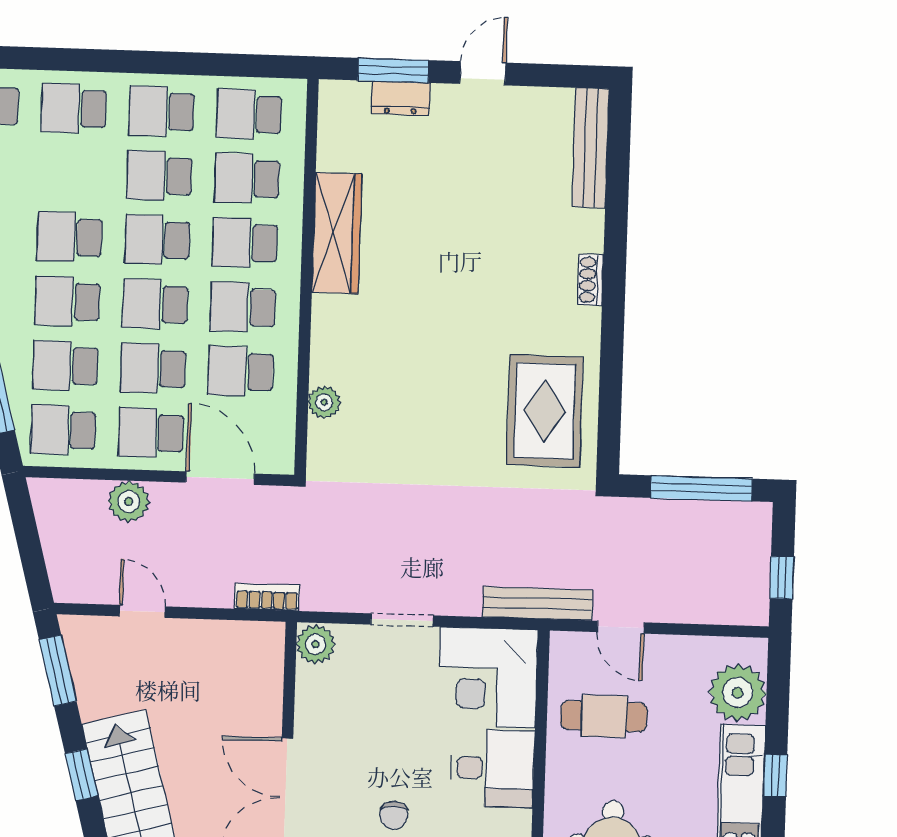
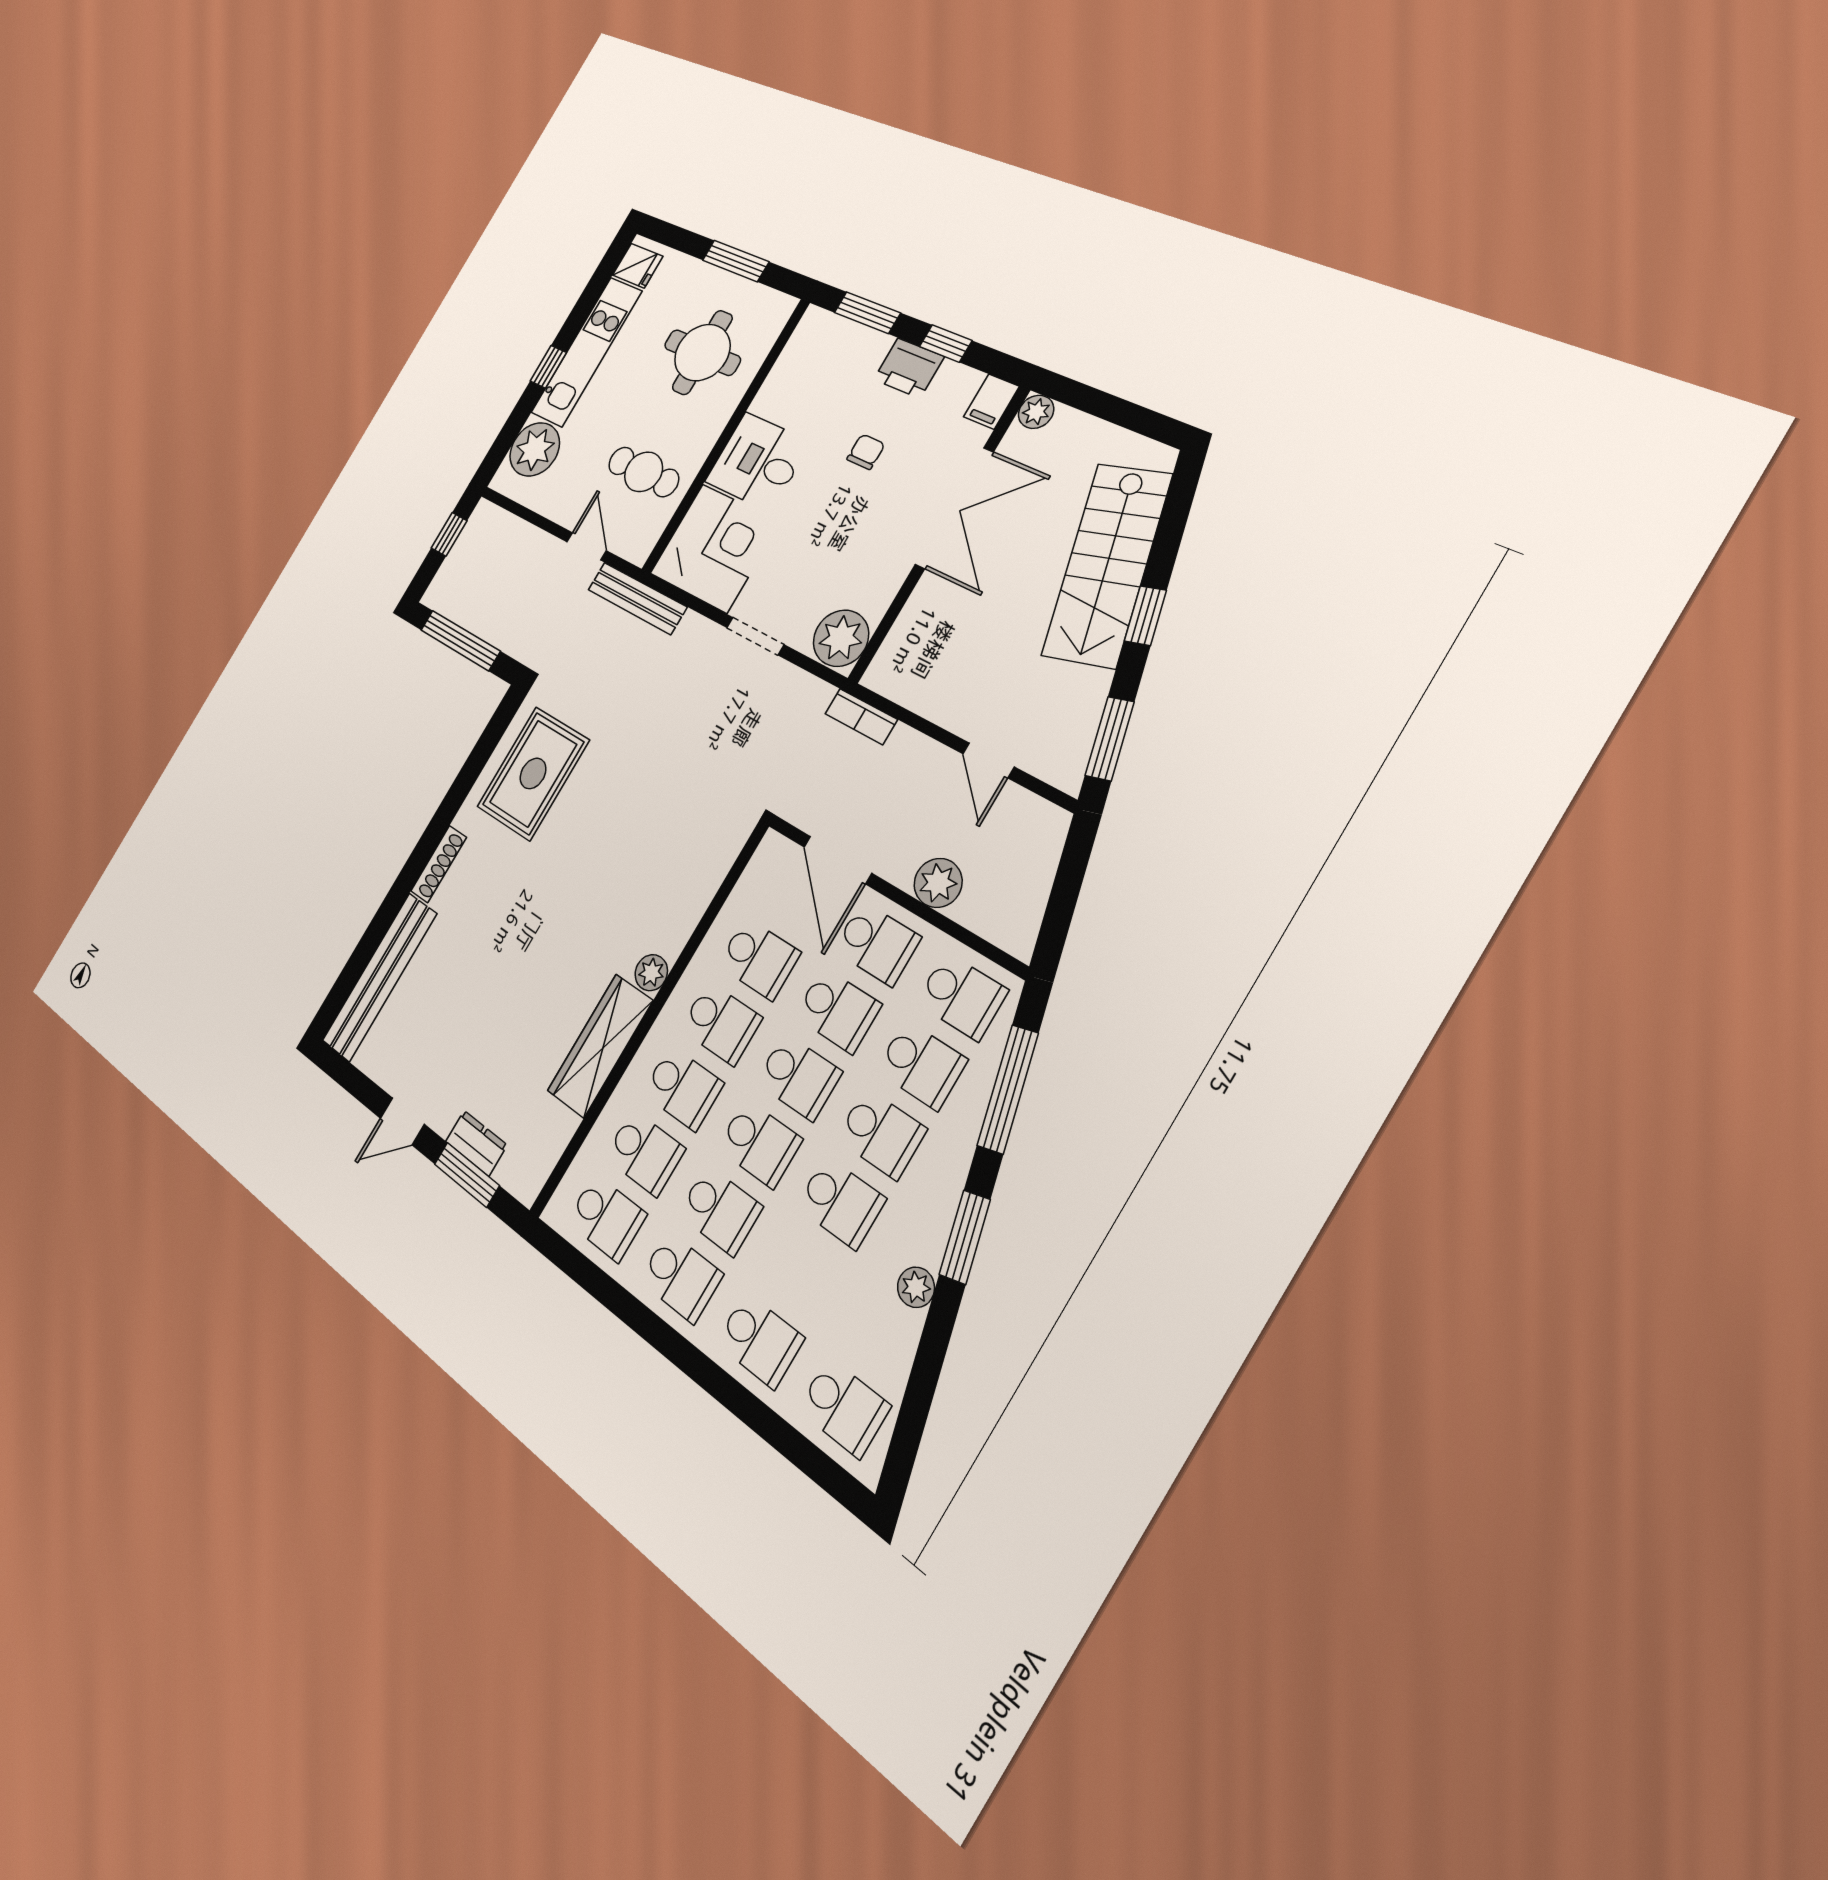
bench: (591, 148) -> (380, 977), width x1.37, depth x1.21
shoe rack: (591, 280) -> (439, 864), width x1.43
plant: (324, 402) -> (651, 973), moved
plant: (316, 644) -> (841, 638), width x1.36, depth x1.36

